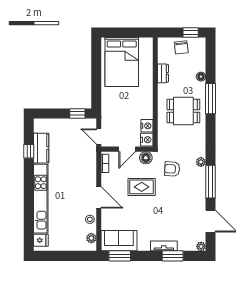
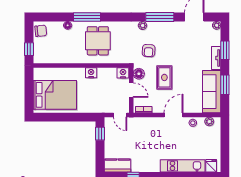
window: (191, 32) -> (29, 49), moved
chair: (181, 47) -> (41, 31), moved
dresser: (163, 73) -> (65, 59), removed
nightstand: (147, 126) -> (91, 73), moved
door: (99, 136) -> (120, 115), hinge flipped
kitchen counter: (41, 148) -> (117, 165), moved
kitchen unit: (41, 199) -> (183, 166), width x0.73
sofa: (119, 241) -> (212, 92), width x1.36
window: (120, 256) -> (225, 85), moved

